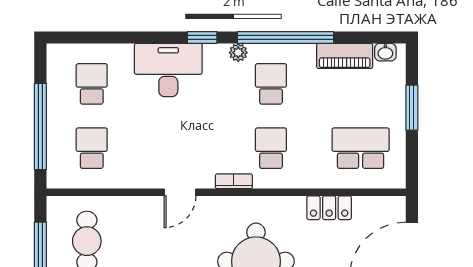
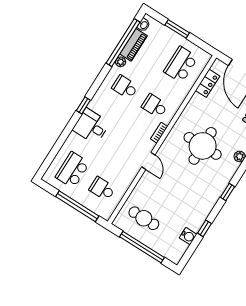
window: (286, 37) -> (123, 43), moved
plant: (238, 53) -> (121, 62), moved
desk: (168, 70) -> (91, 126), width x0.73
school desk: (92, 84) -> (73, 170), width x1.85
locker: (329, 208) -> (208, 83), moved

